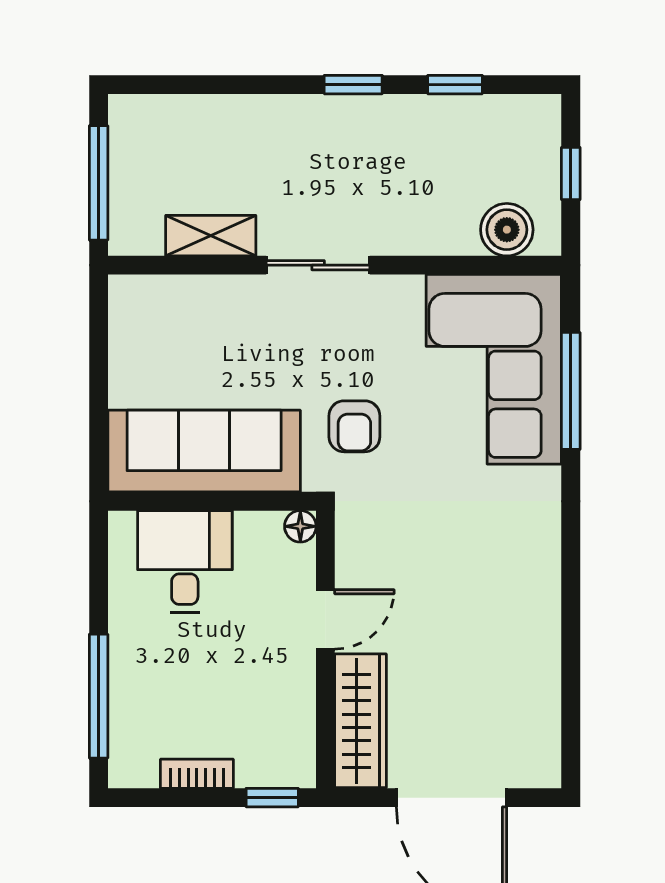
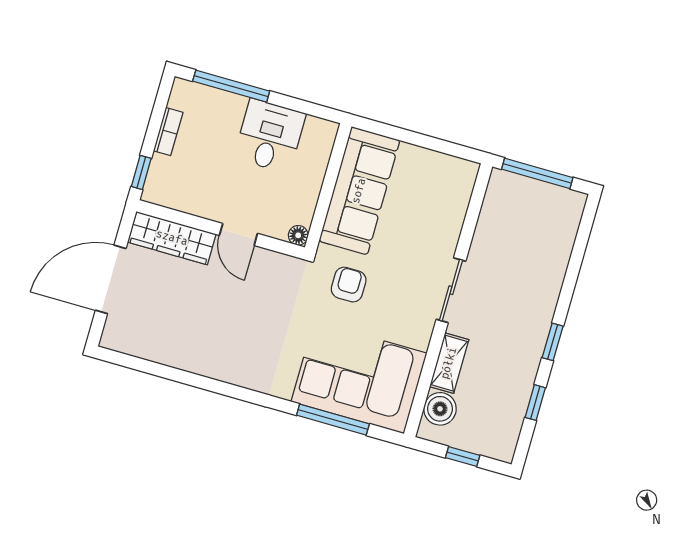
shelving: (211, 236) -> (449, 363), moved
armchair: (354, 426) -> (349, 285), turned 90
desk: (185, 562) -> (270, 136), moved, turned -90

